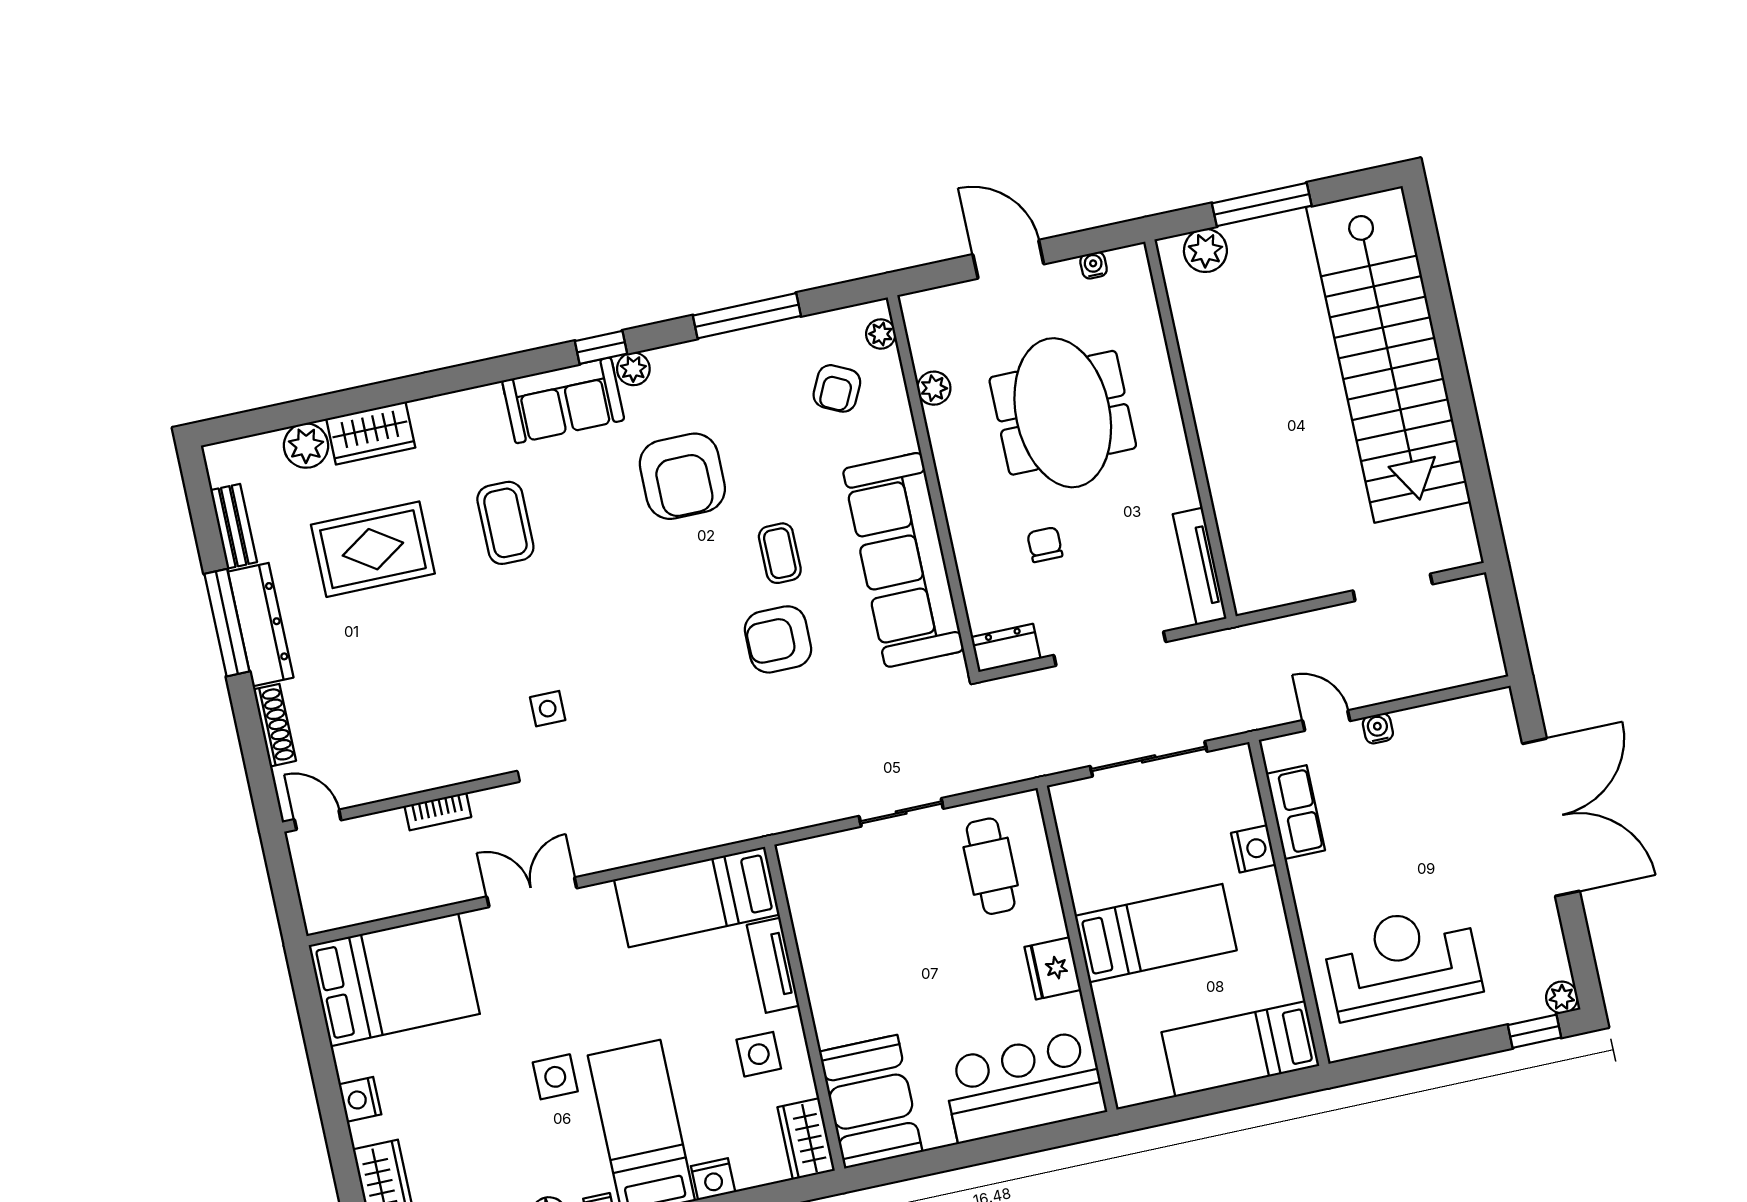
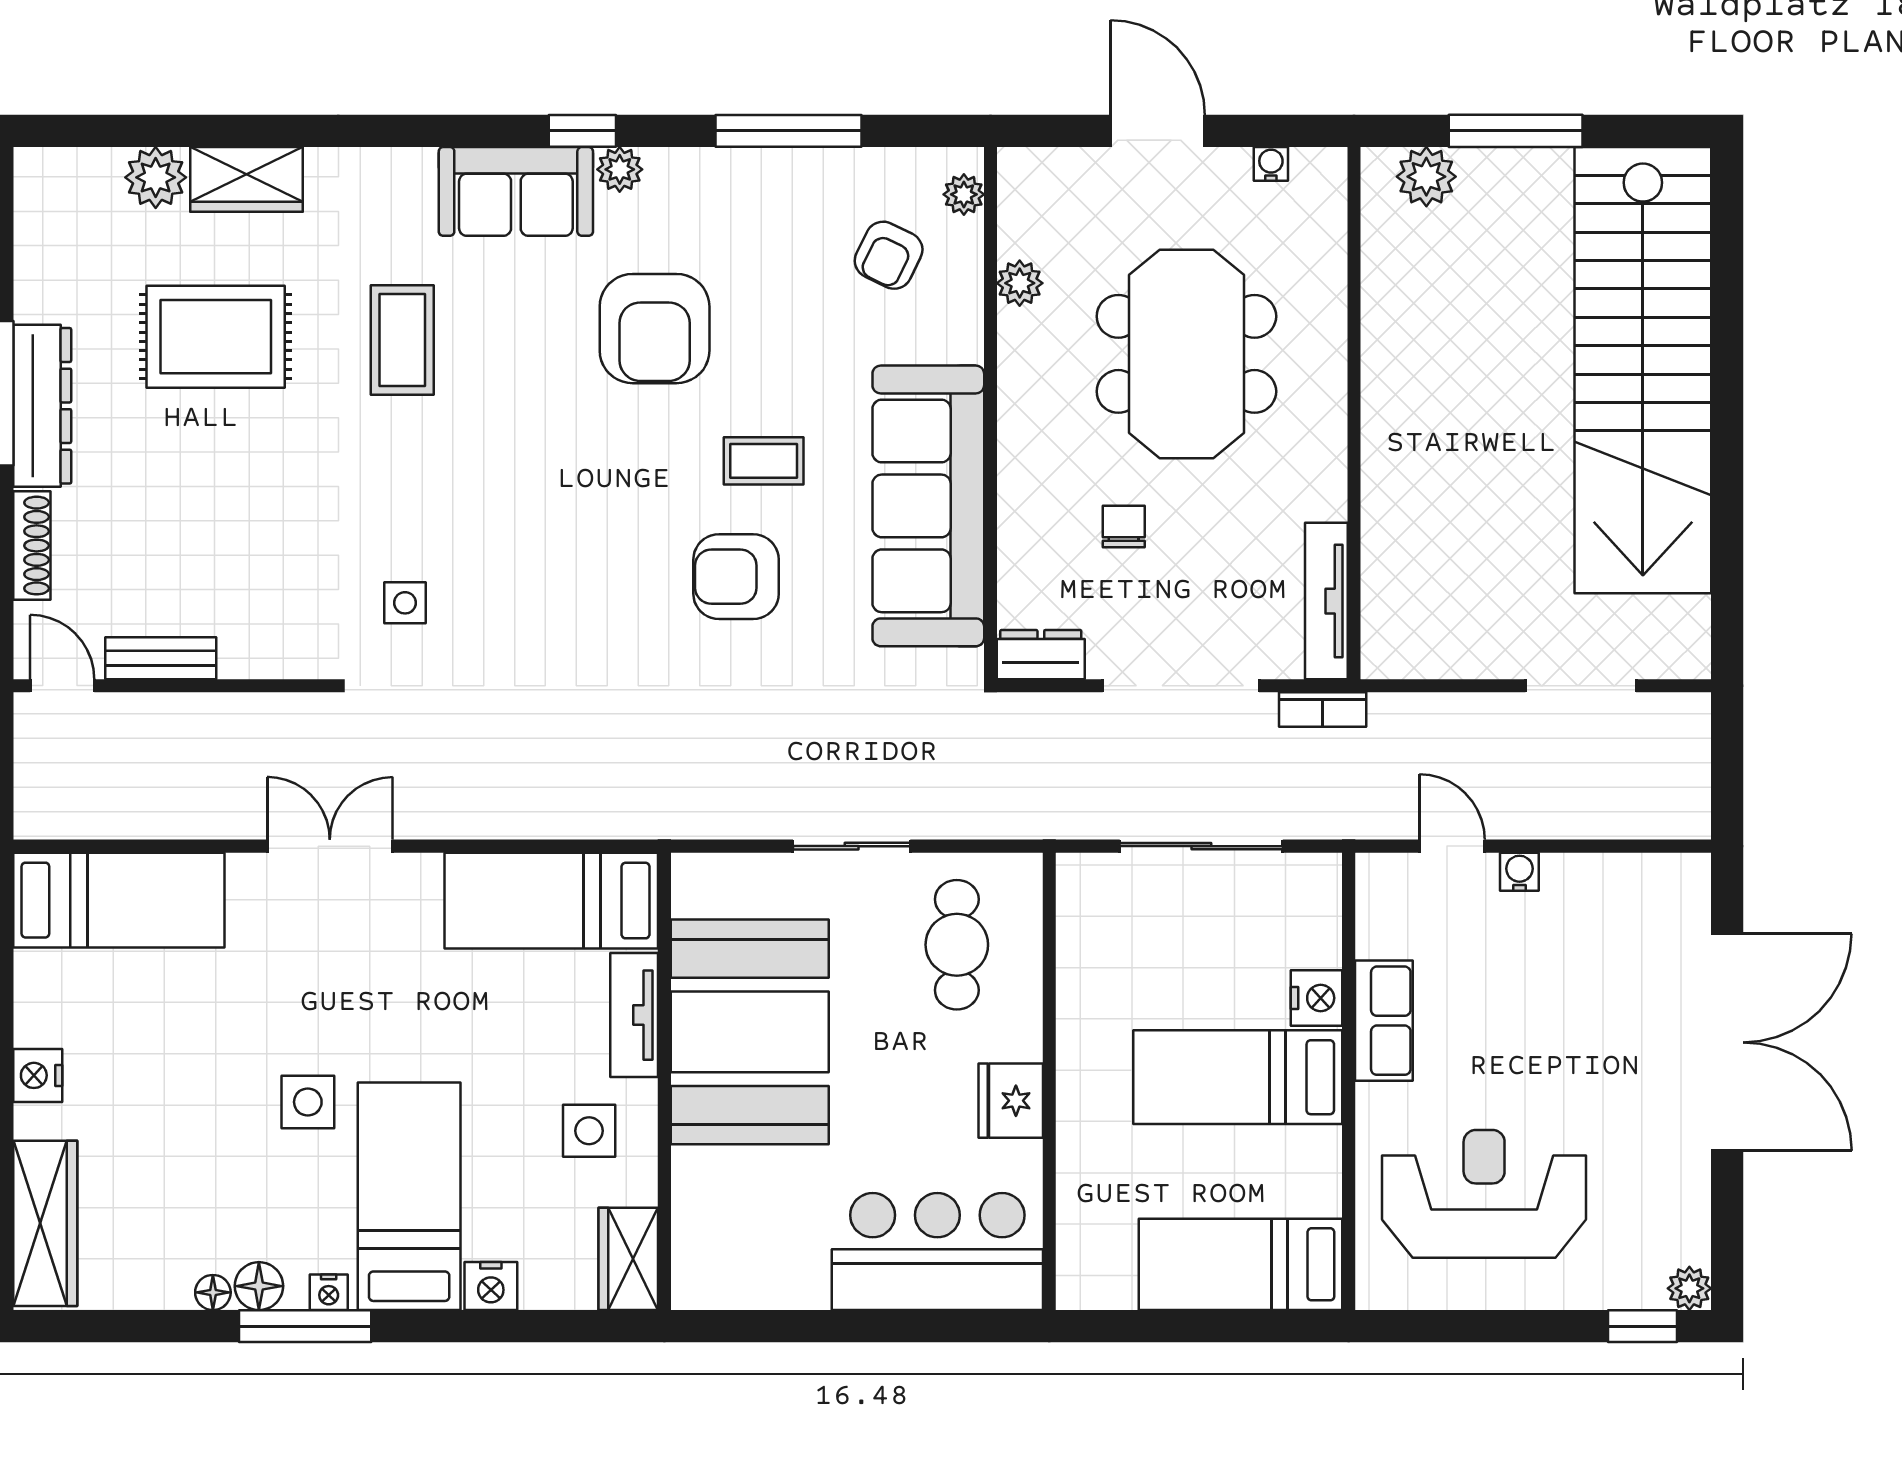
bench: (234, 526) -> (161, 658), moved, turned 90
coffee table: (780, 553) -> (764, 461), turned 90
bookcase: (438, 811) -> (1323, 710), moved
row of seats: (1295, 812) -> (1384, 1021), moved
bed: (1156, 933) -> (1238, 1077), moved, turned 180
bed: (394, 980) -> (119, 900), width x0.67
booth: (871, 1102) -> (750, 1032), moved, width x1.36, depth x1.42

